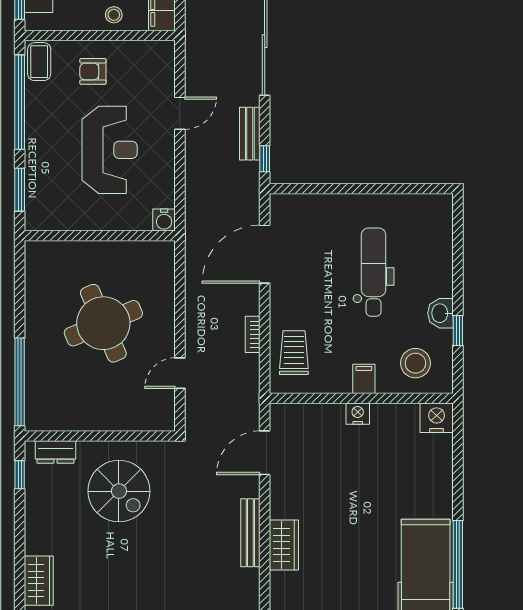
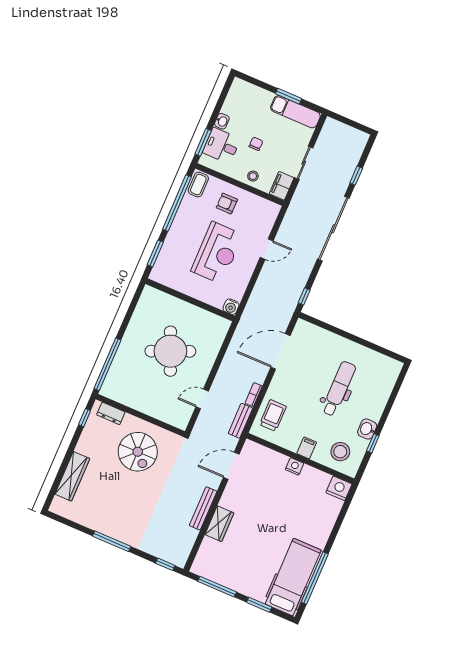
bench: (250, 134) -> (240, 421), moved
wardrobe: (39, 581) -> (72, 476), width x1.50

